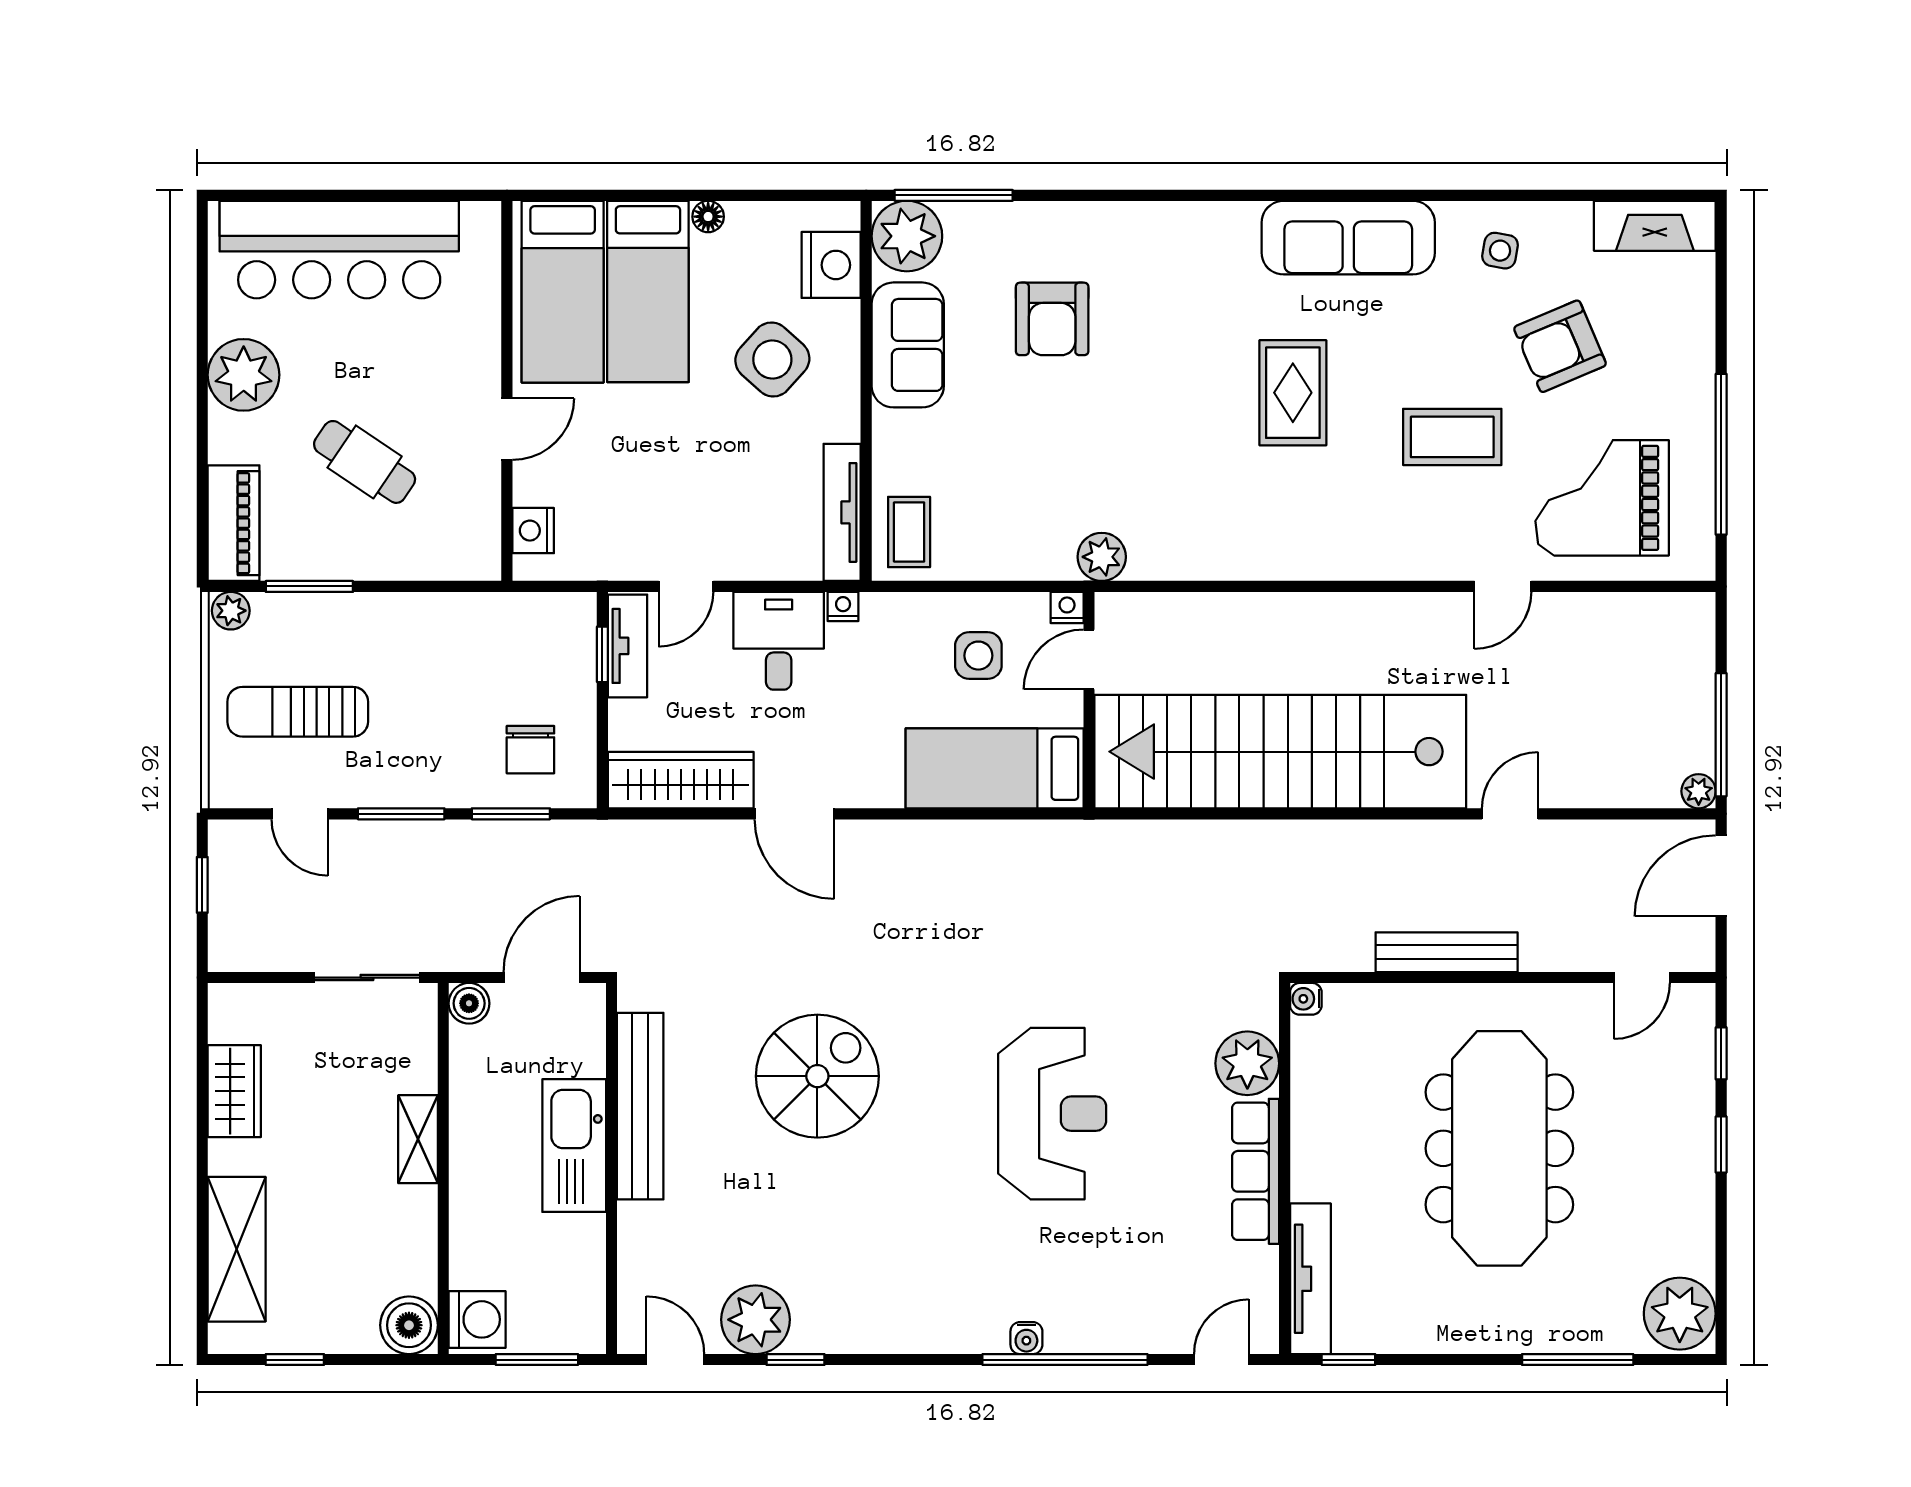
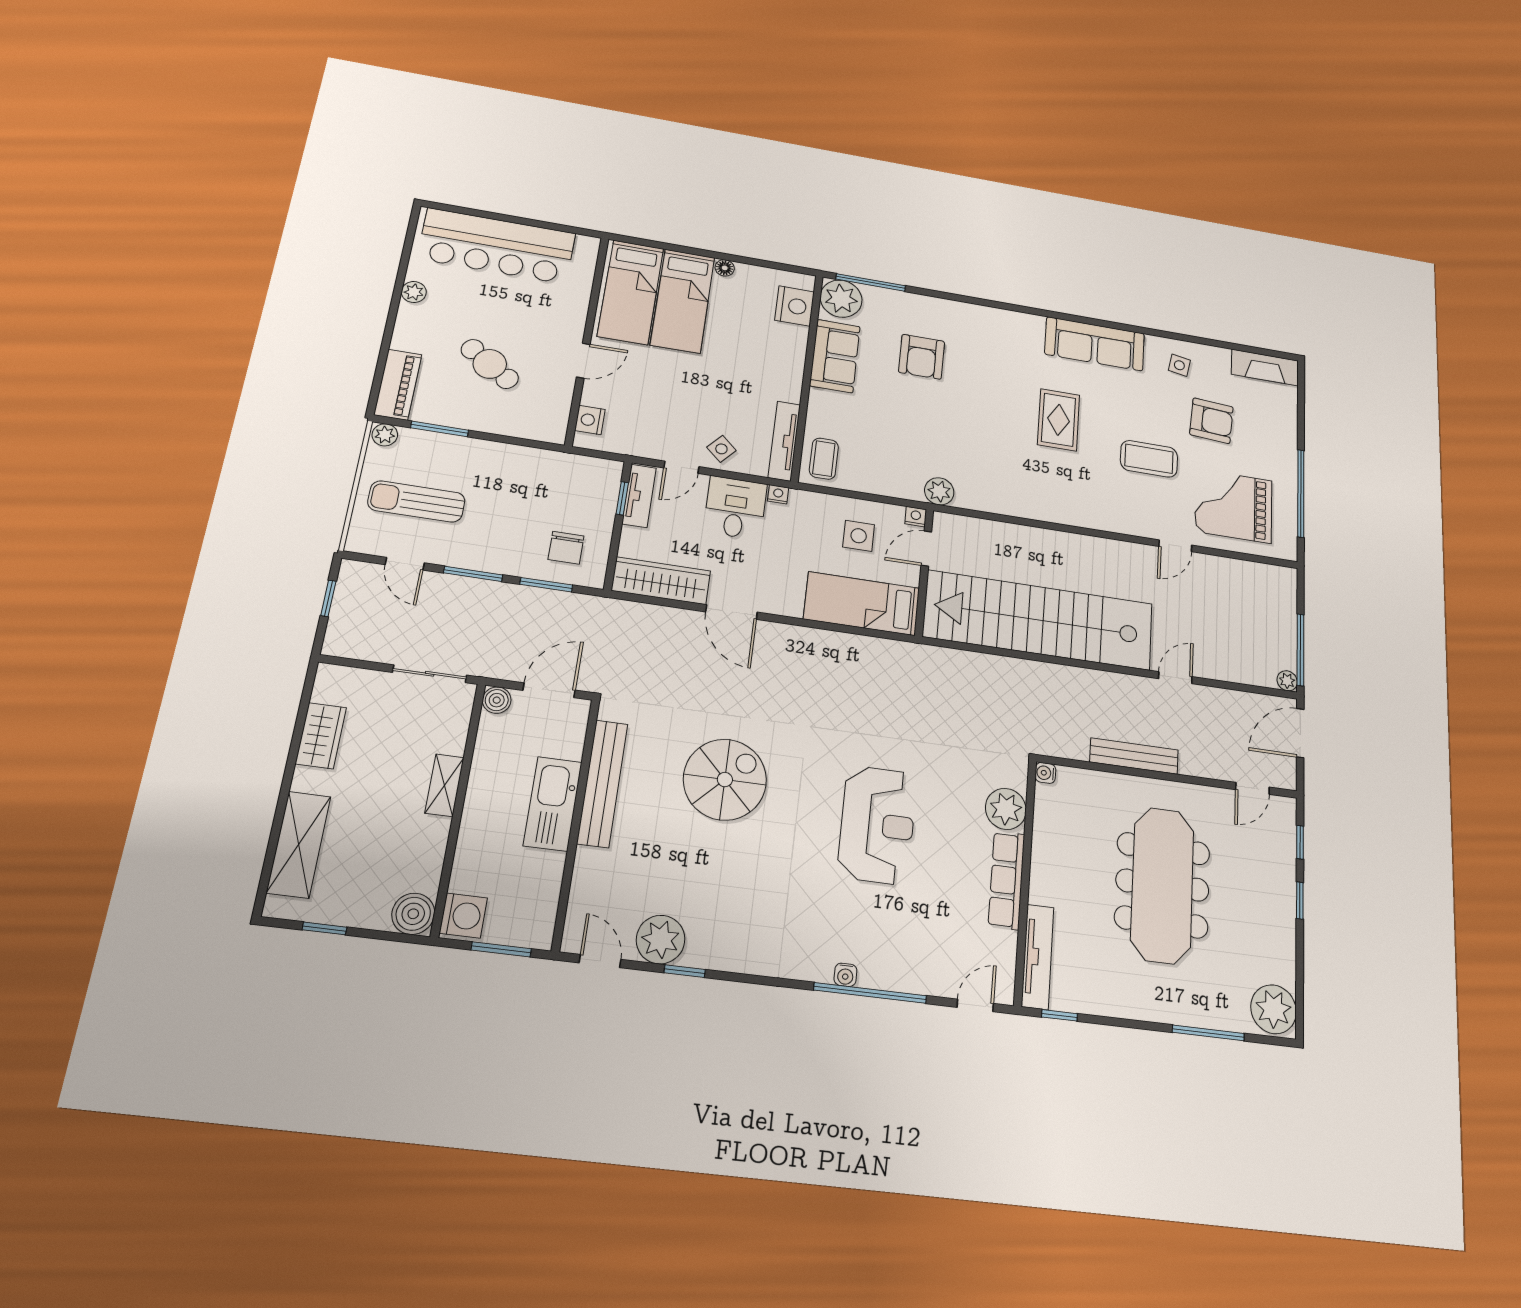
armchair: (1560, 346) -> (1211, 421), turned -153
side table: (772, 359) -> (721, 449), moved, width x0.54, depth x0.54
plant: (244, 375) -> (414, 292), width x0.53, depth x0.53

